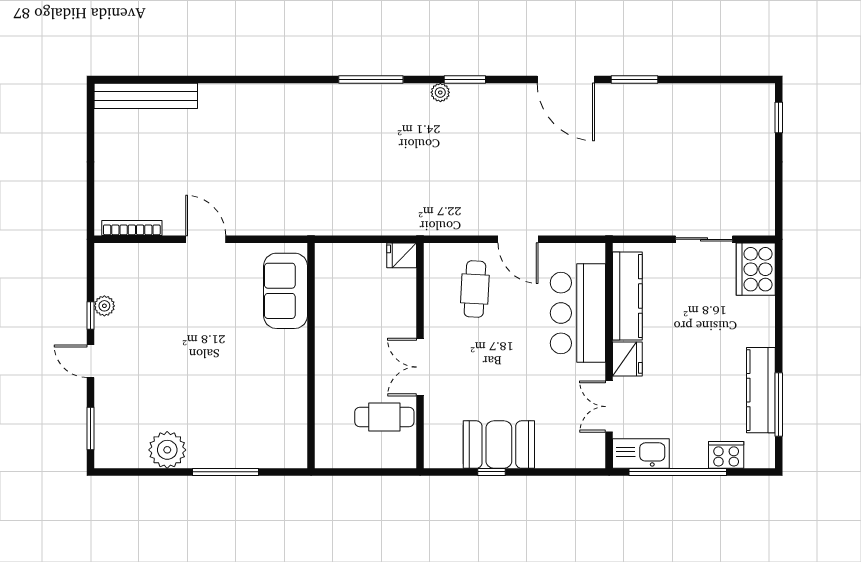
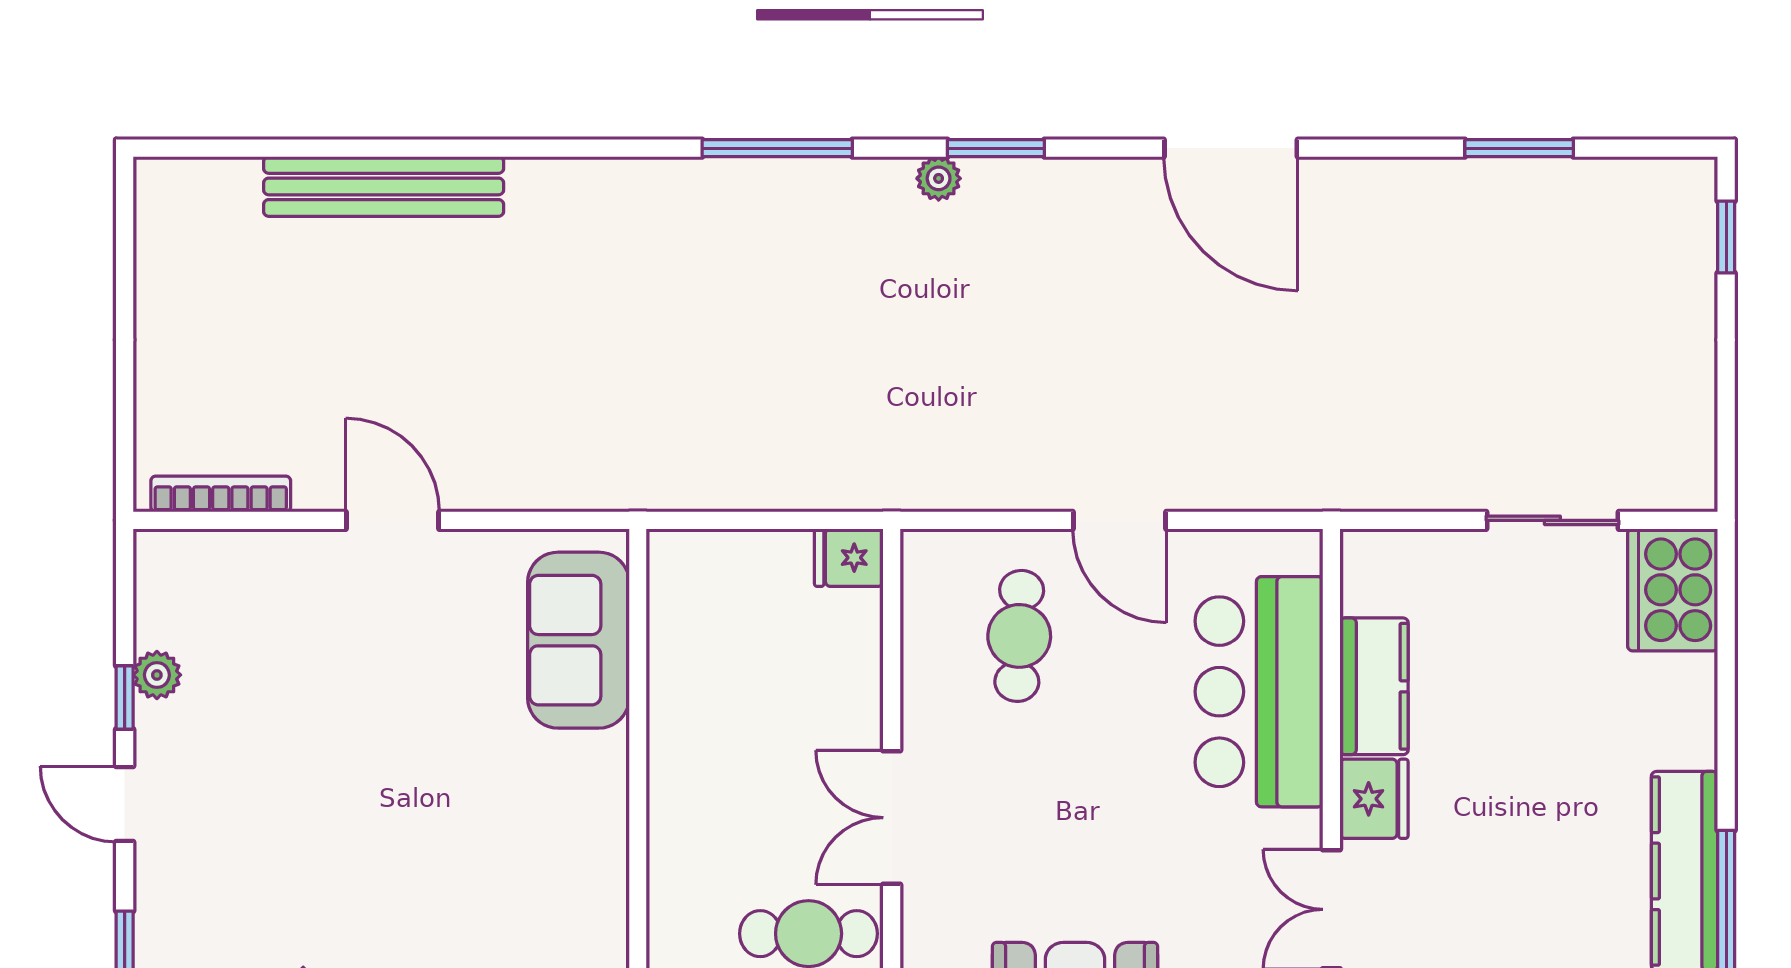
window: (635, 79) -> (1519, 148), moved
bench: (146, 96) -> (384, 186), moved
kitchen counter: (627, 296) -> (1374, 686), width x0.67

